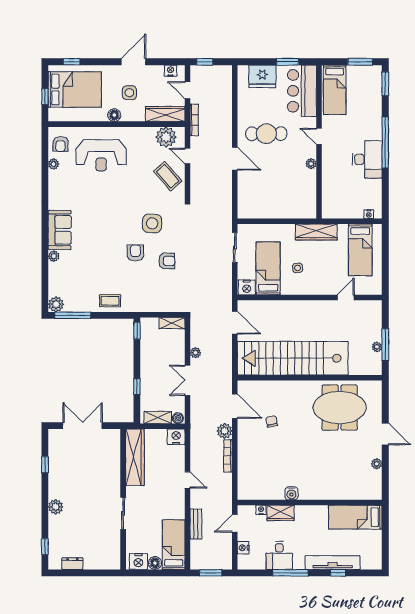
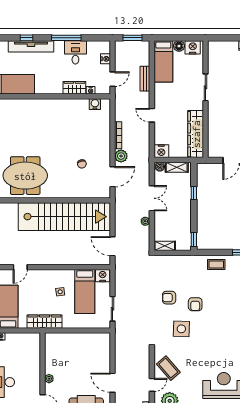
door: (188, 156) -> (152, 385), hinge flipped
door: (235, 406) -> (112, 177), swing flipped
water cooler: (291, 493) -> (95, 104), moved

